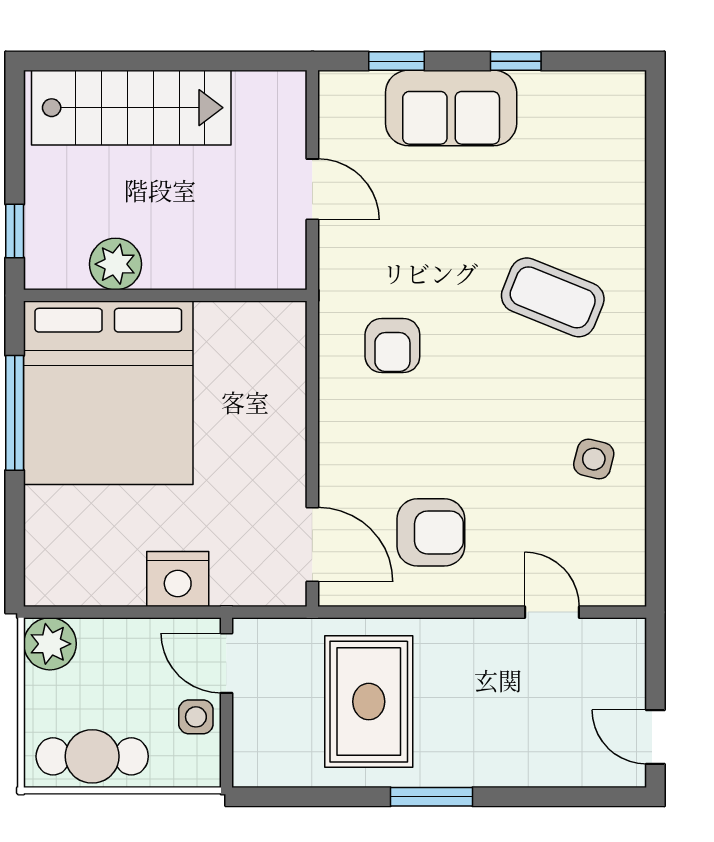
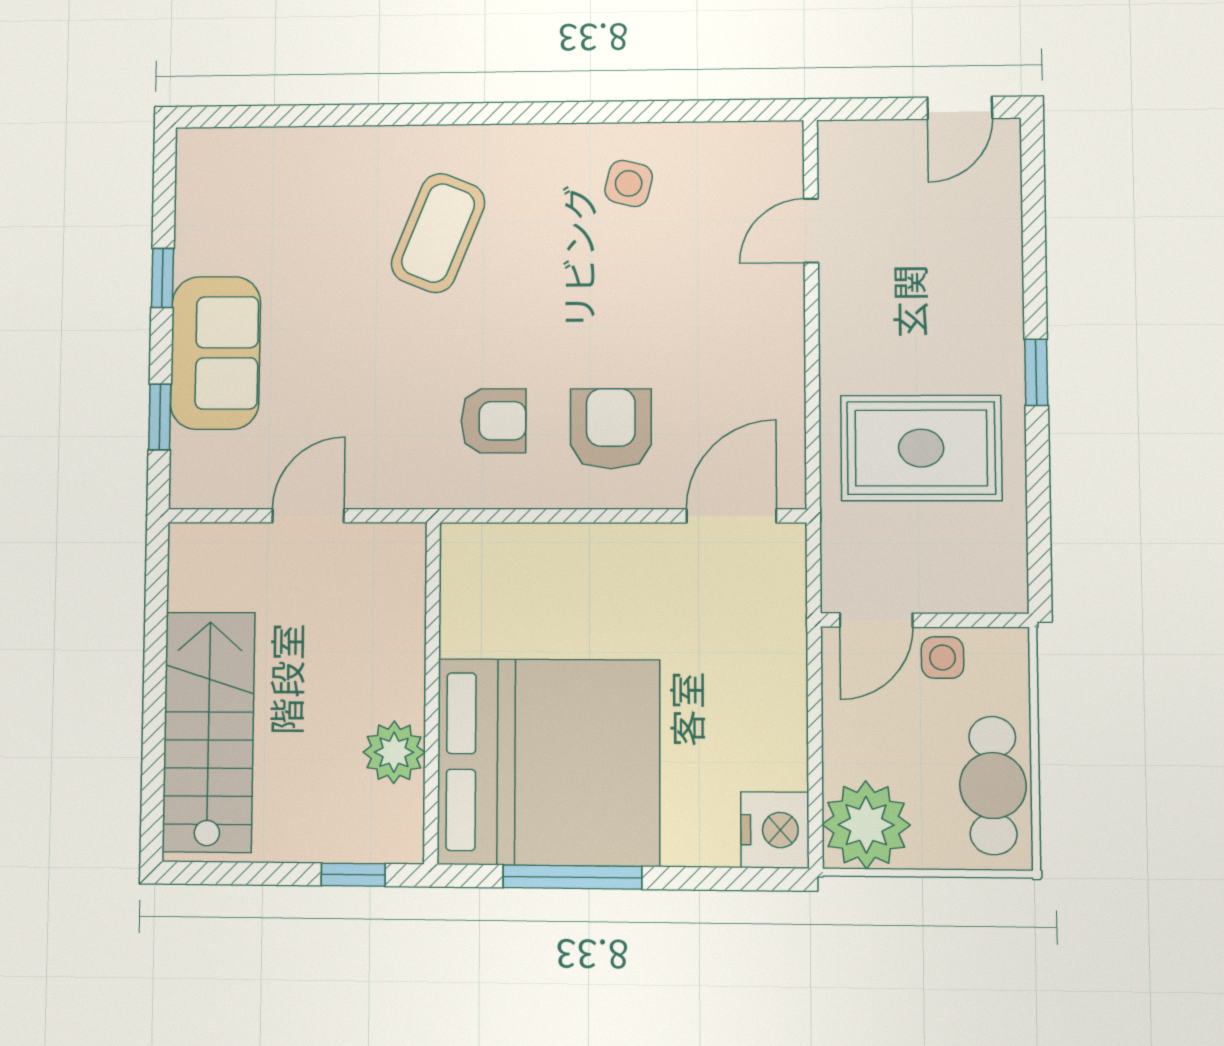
armchair: (431, 532) -> (611, 429), moved
nightstand: (178, 579) -> (775, 830), moved
plant: (50, 644) -> (866, 825), width x1.36, depth x1.36
window: (432, 797) -> (1036, 372), width x0.67

